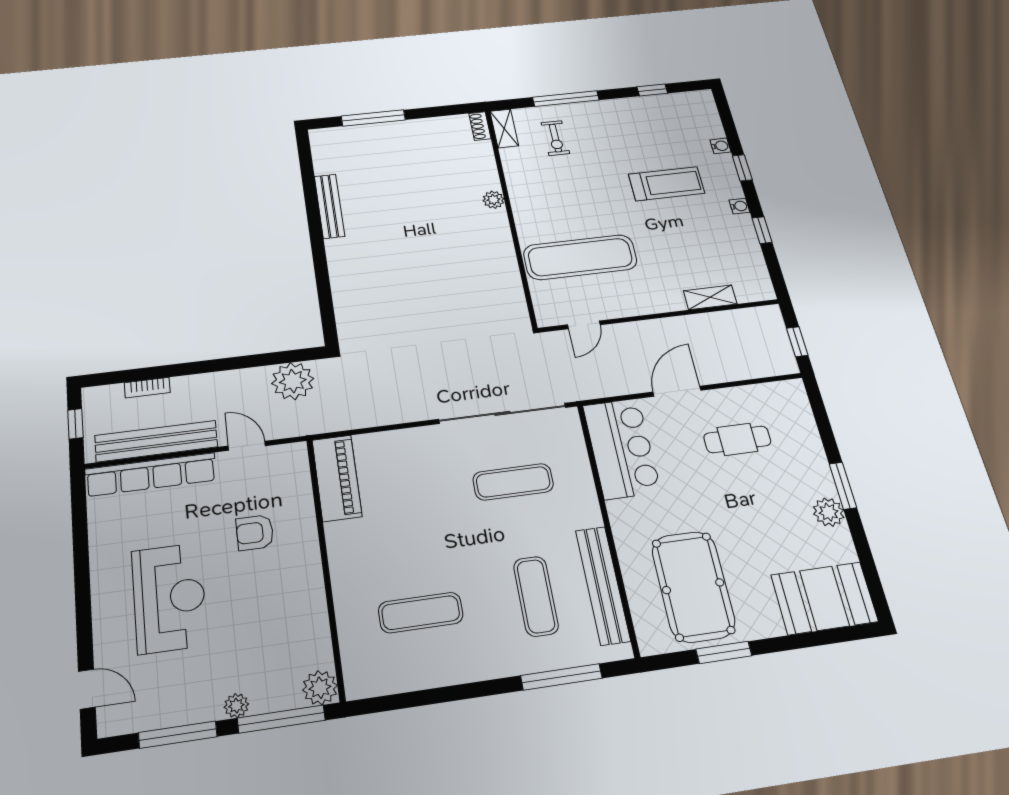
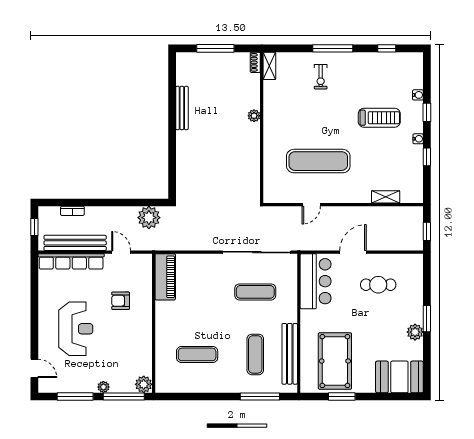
shoe rack: (480, 126) -> (255, 62), moved
shelving: (504, 129) -> (269, 66), moved
plant: (493, 200) -> (254, 116), moved
wall: (510, 215) -> (262, 128), moved

